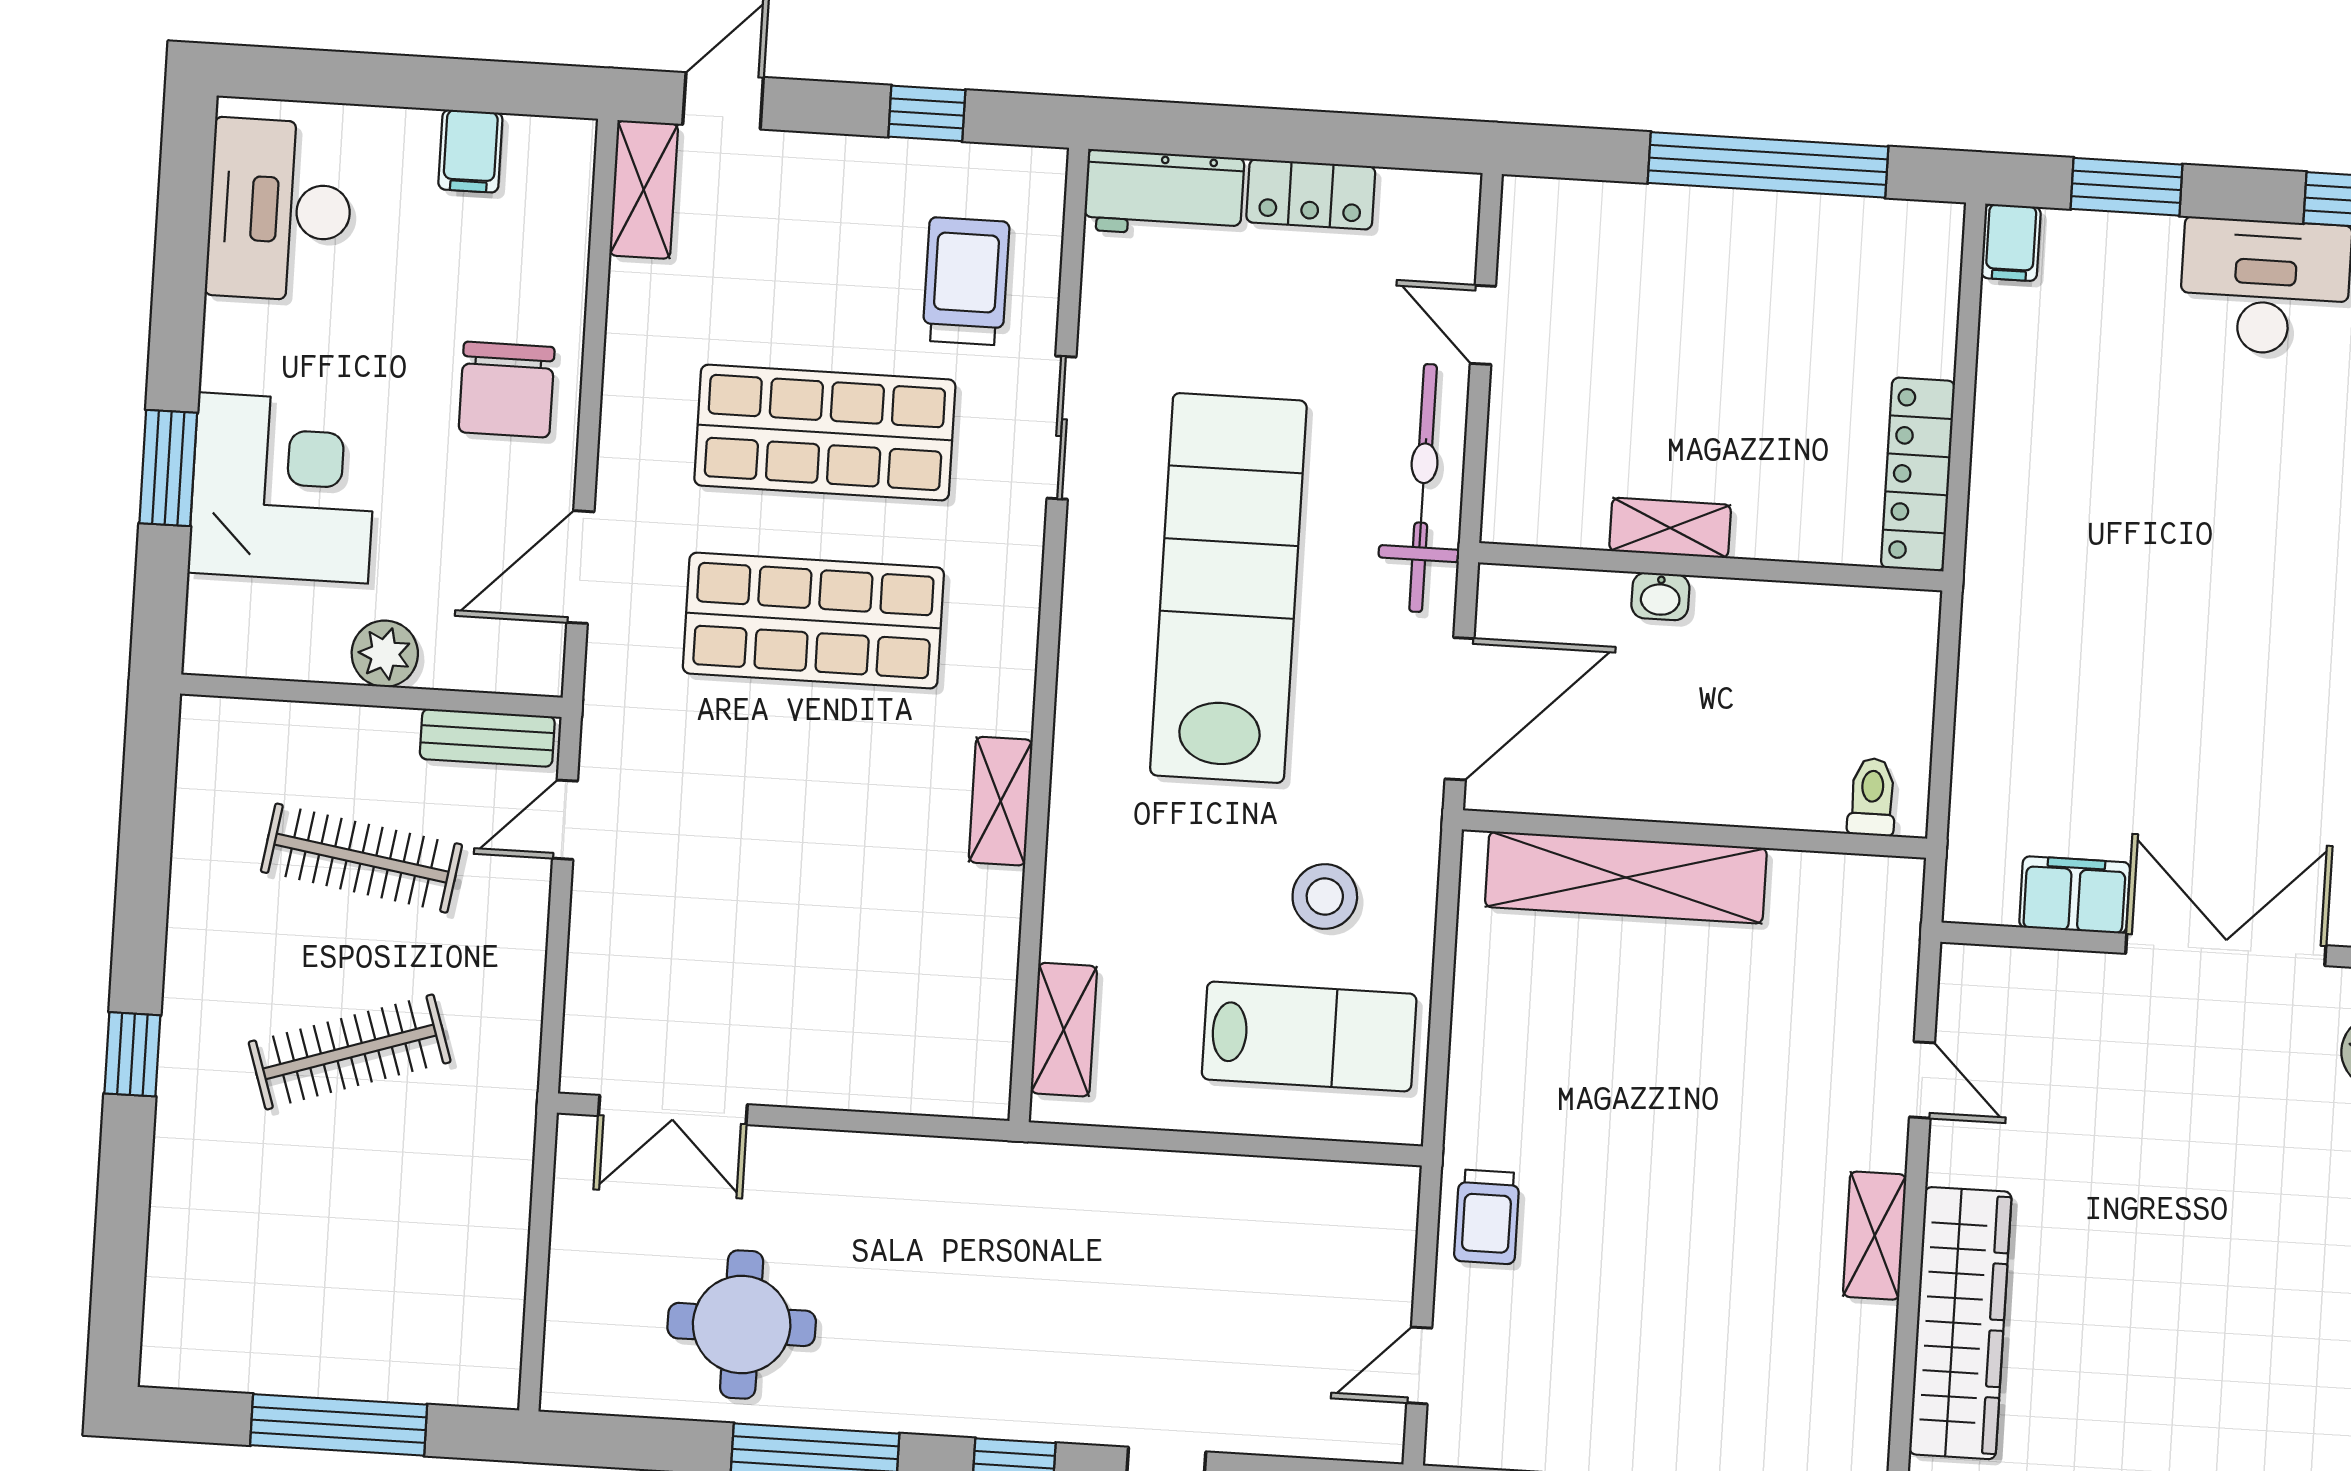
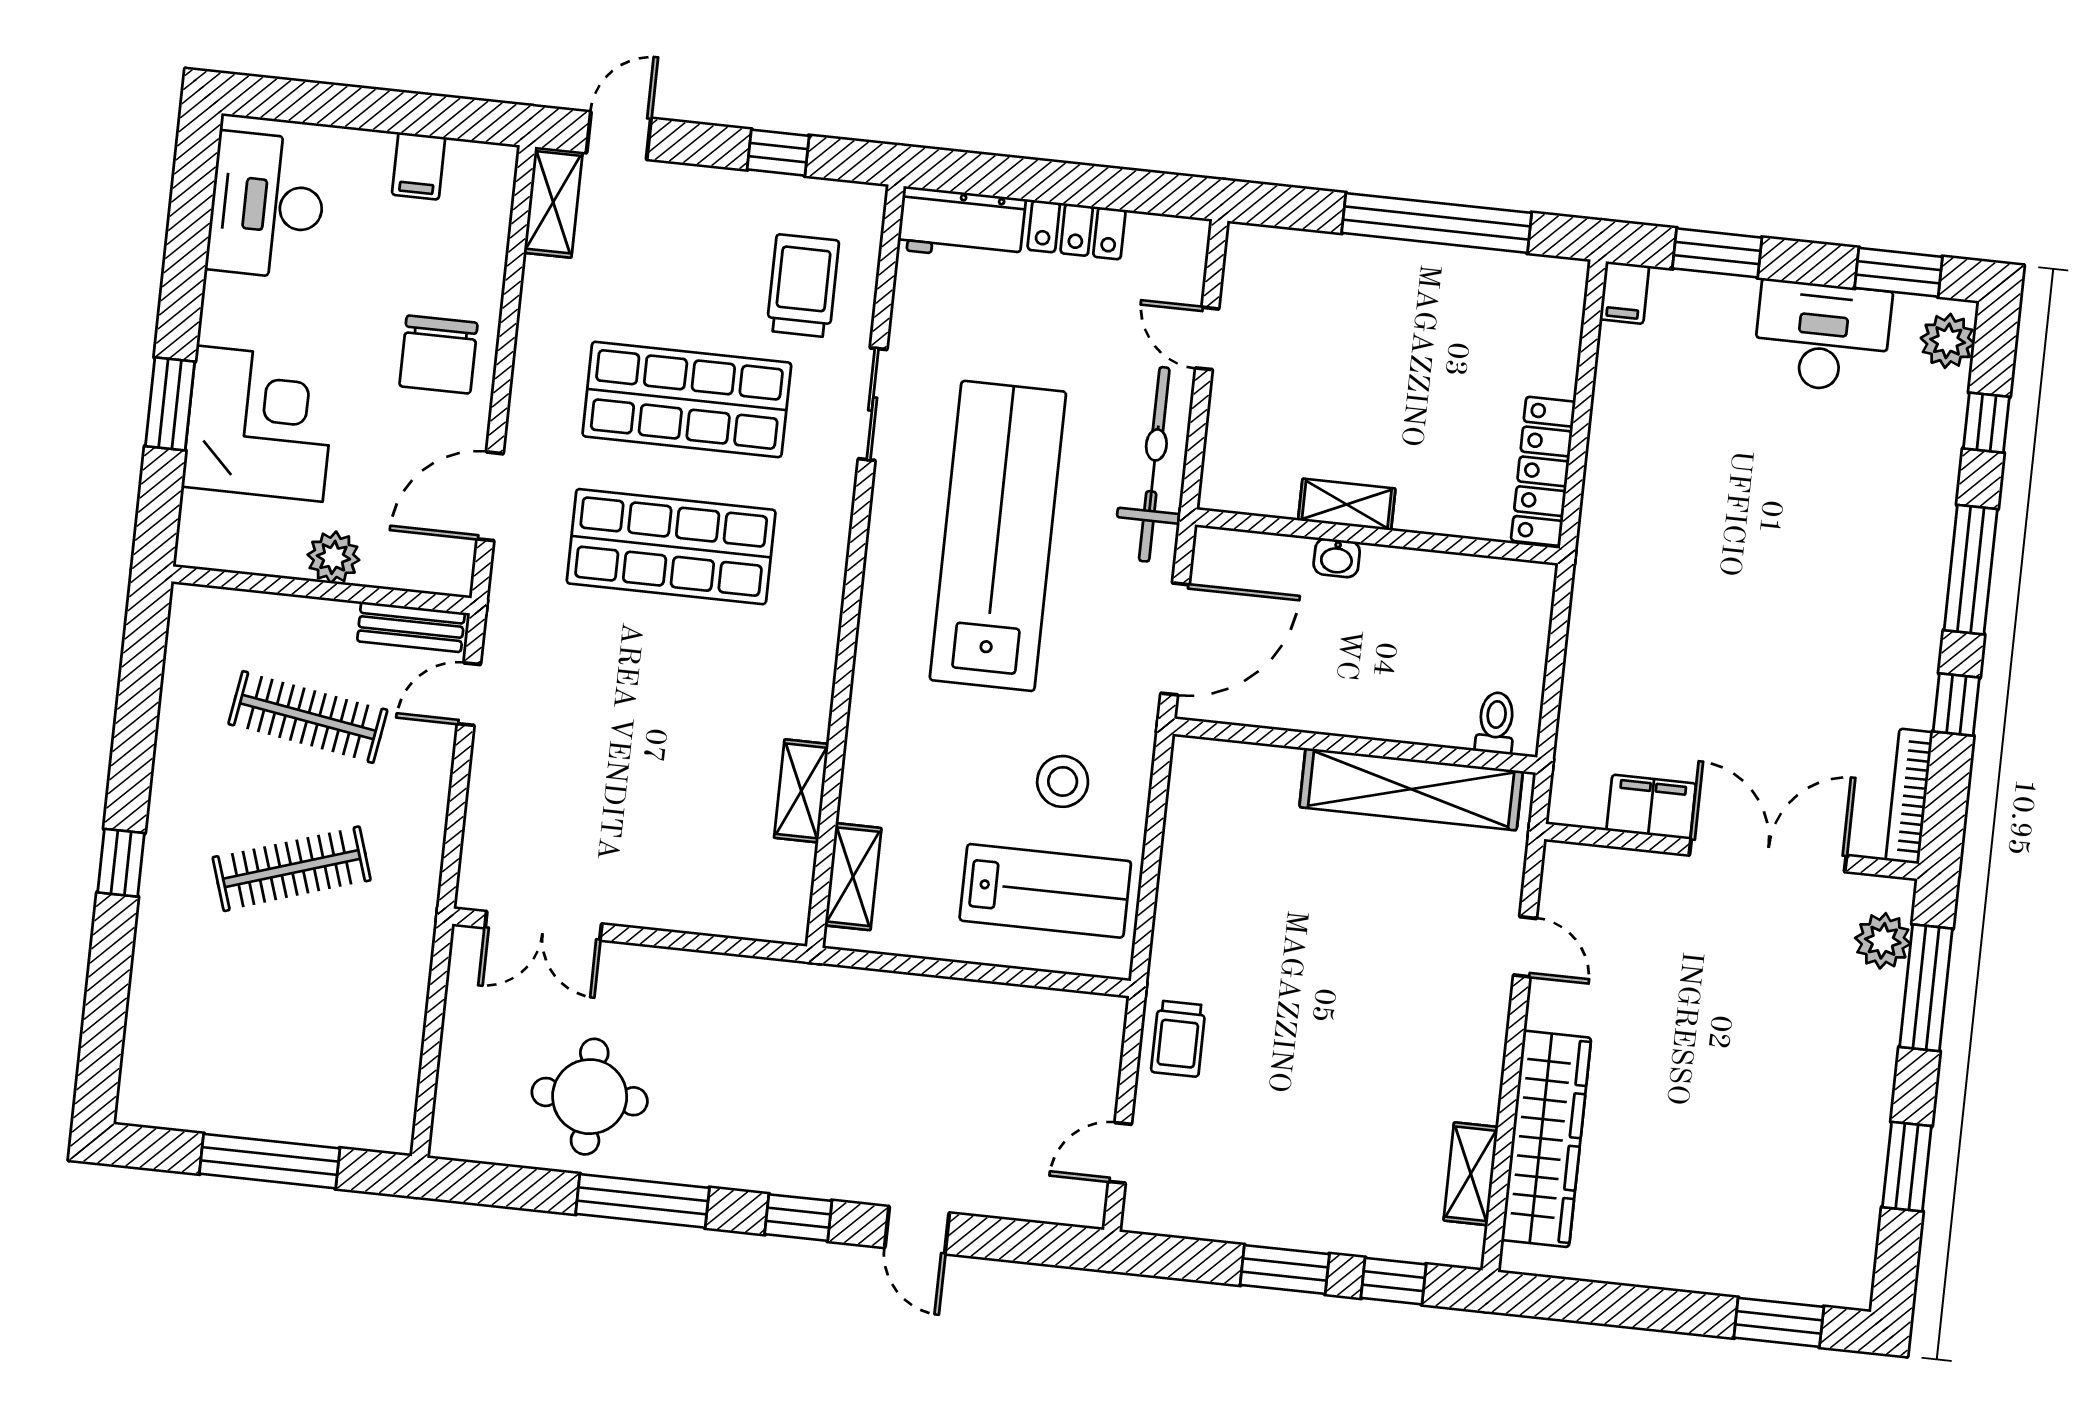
shelving: (1001, 801) -> (801, 791), moved
shelving: (1626, 877) -> (1411, 789), moved
shelving: (1875, 1236) -> (1471, 1174), moved

